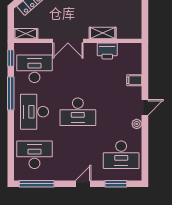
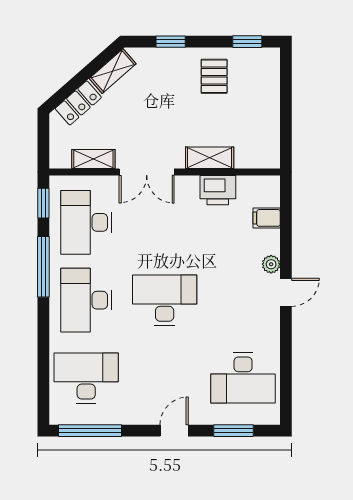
shelving: (26, 34) -> (93, 159), moved
desk: (34, 69) -> (86, 222), turned -90
filing cabinet: (134, 80) -> (267, 218), moved
desk: (78, 112) -> (165, 300), turned 180
plant: (137, 124) -> (271, 264), moved

